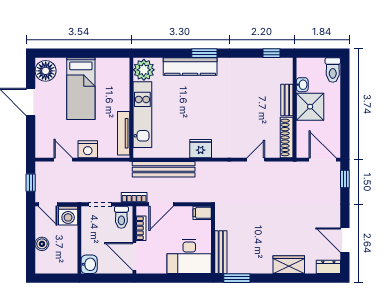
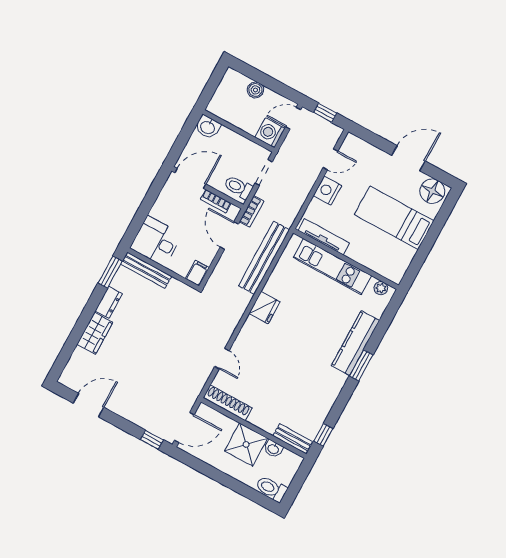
plant: (144, 70) -> (381, 288), width x0.53, depth x0.53
bench: (287, 100) -> (293, 439), moved
desk: (189, 256) -> (156, 241), width x0.73
dresser: (328, 267) -> (109, 302), moved

